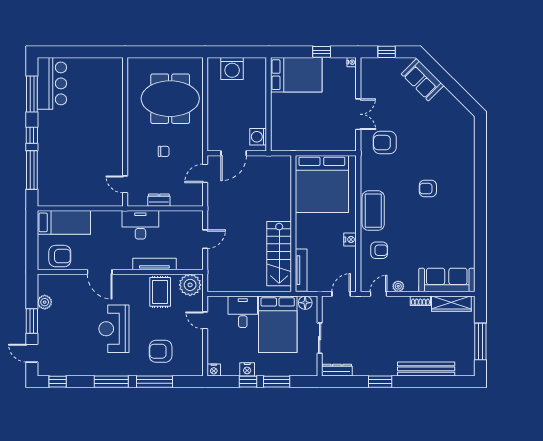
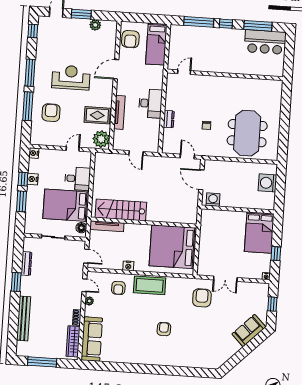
wall: (125, 132) -> (225, 75), moved
door: (125, 184) -> (184, 72), moved
dresser: (337, 370) -> (26, 264), moved

